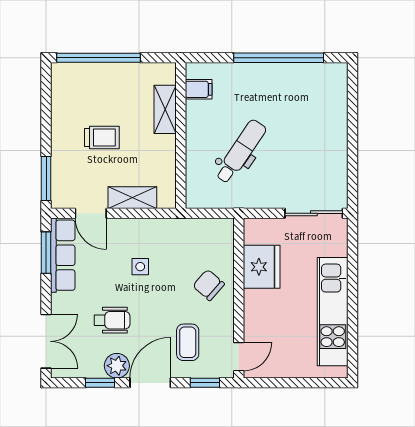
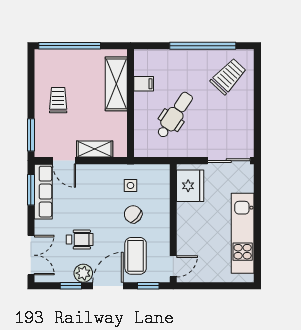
filing cabinet: (199, 89) -> (144, 84), moved
trolley: (313, 99) -> (228, 76), added
shelving: (165, 109) -> (116, 84), width x1.50, depth x1.33
trolley: (102, 137) -> (58, 100), moved, turned -90
side table: (140, 267) -> (130, 185), moved
fridge: (262, 267) -> (190, 186), moved
chair: (209, 285) -> (133, 214), moved
coffee table: (188, 342) -> (136, 256), width x1.36, depth x1.30

